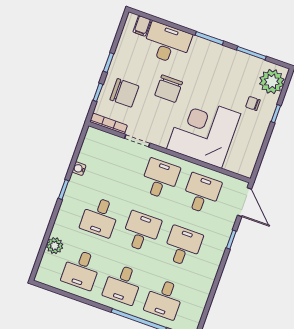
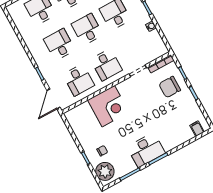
desk: (167, 43) -> (146, 150), moved
chair: (169, 89) -> (151, 113), removed
corner desk: (204, 131) -> (108, 106), width x0.74, depth x0.74
door: (245, 202) -> (53, 99), hinge flipped
desk: (141, 232) -> (87, 29), turned 180
desk: (183, 246) -> (59, 45), turned 180

